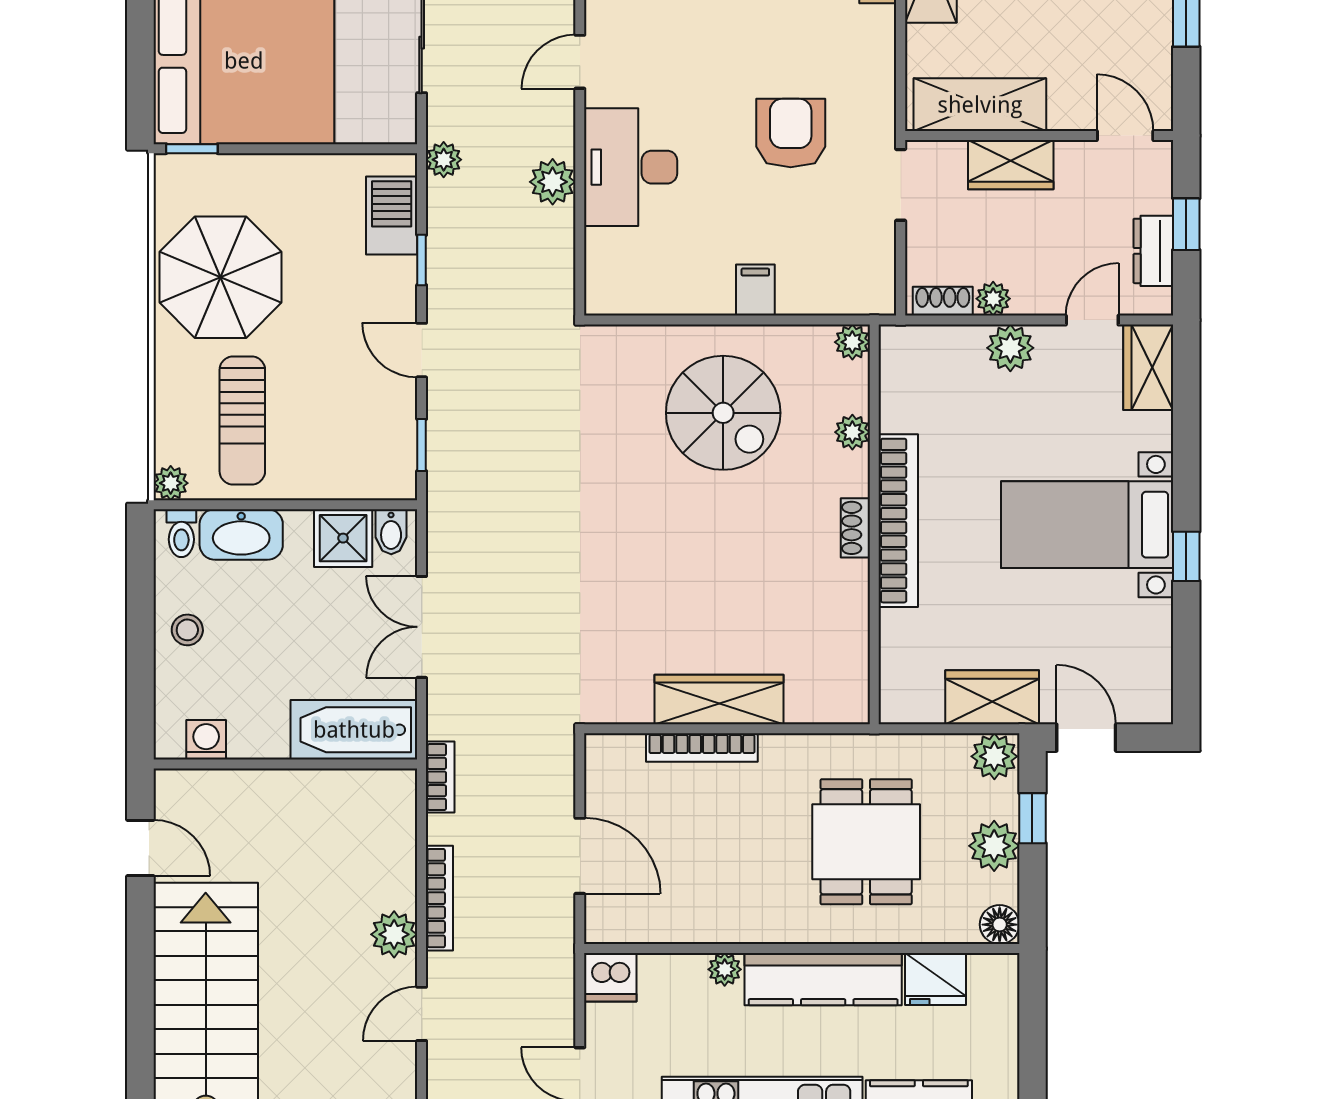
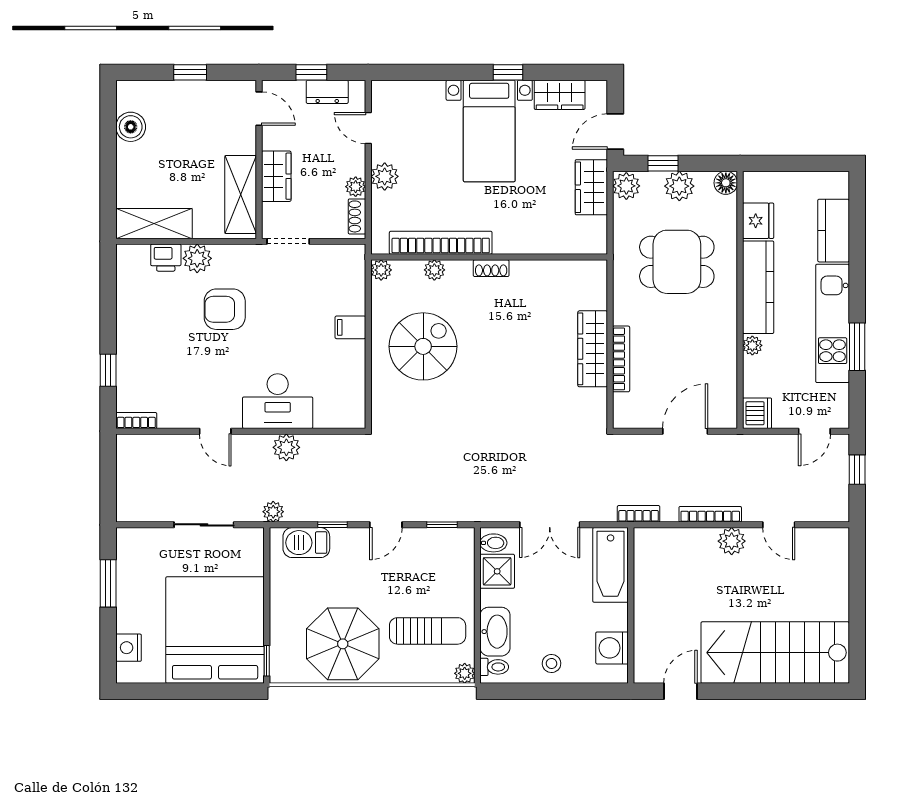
plant: (872, 31) -> (197, 258), added
armchair: (791, 133) -> (225, 309), moved
door: (1125, 136) -> (259, 109), swing flipped
wardrobe: (1148, 367) -> (560, 95), moved
bookcase: (898, 521) -> (441, 243), moved
washing machine: (206, 740) -> (612, 648), width x1.38, depth x1.38

